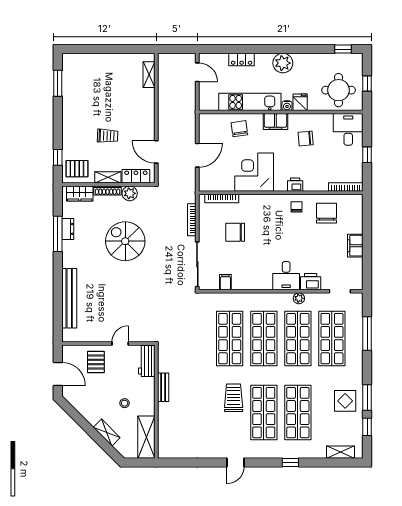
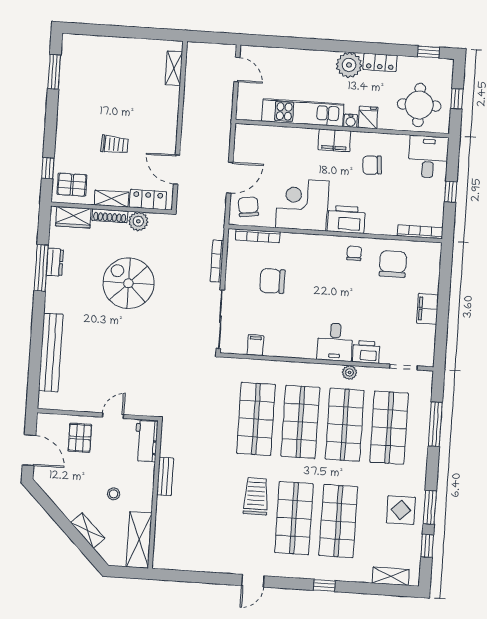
locker: (242, 60) -> (380, 62), moved
chair: (239, 129) -> (248, 207), moved
printer: (295, 185) -> (346, 219), width x1.87, depth x1.48

